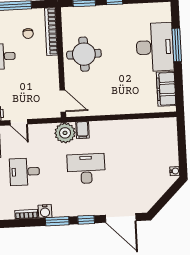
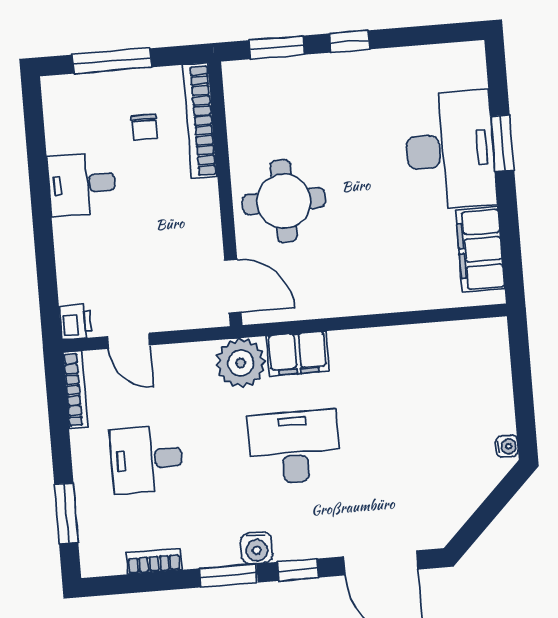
window: (177, 45) -> (502, 143), width x0.69
round table: (84, 54) -> (284, 201), moved
filing cabinet: (83, 130) -> (298, 353), width x2.00
water cooler: (45, 211) -> (257, 548), moved

